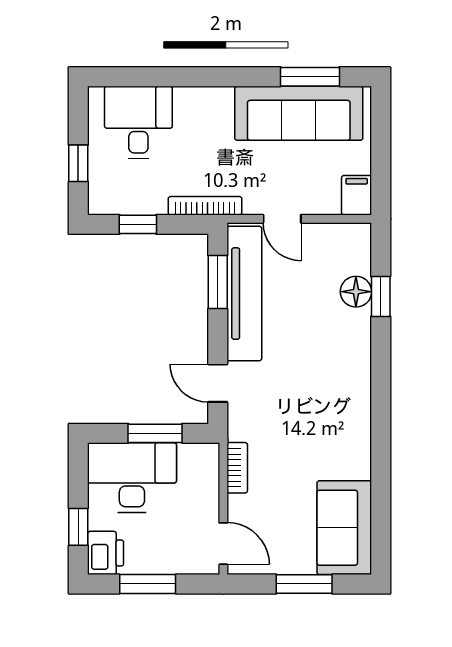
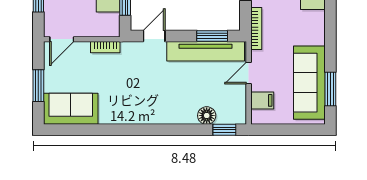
filing cabinet: (357, 195) -> (262, 100), moved
window: (381, 296) -> (224, 130), moved

